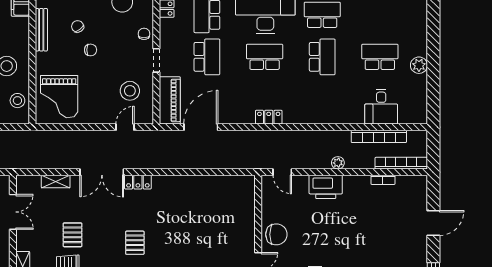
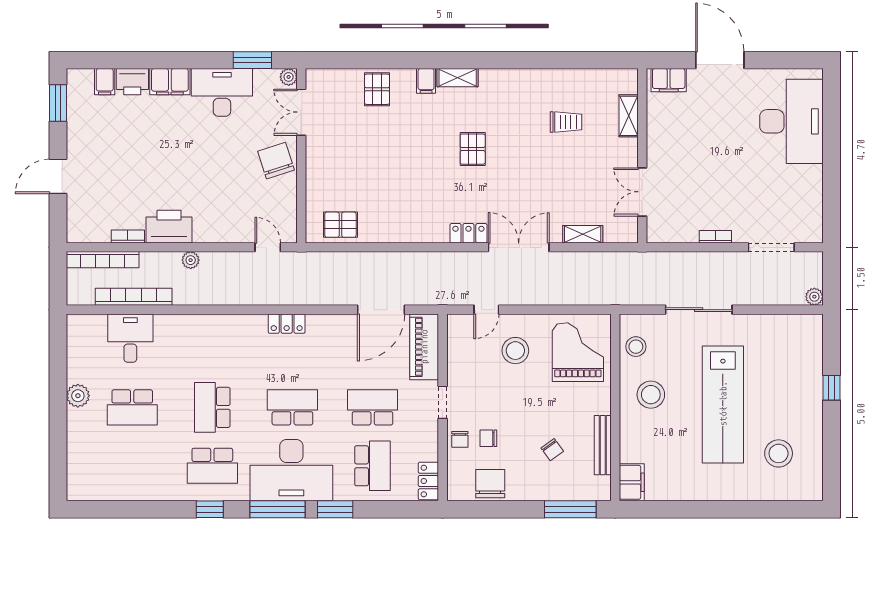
chair: (91, 50) -> (488, 438), moved
school desk: (207, 57) -> (373, 407), turned 90
school desk: (265, 57) -> (292, 407), turned 180
stool: (130, 91) -> (515, 351), moved
printer: (326, 187) -> (169, 227), moved
chair: (276, 234) -> (276, 161), turned 72
pallet: (72, 235) -> (340, 225), moved, turned 90

